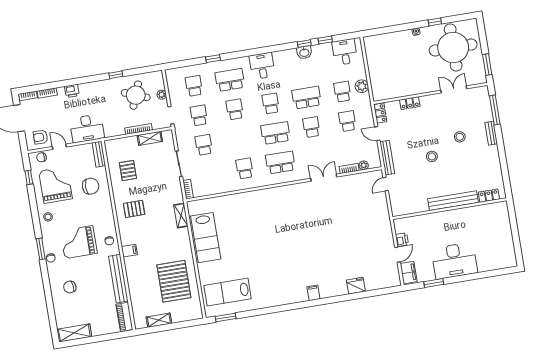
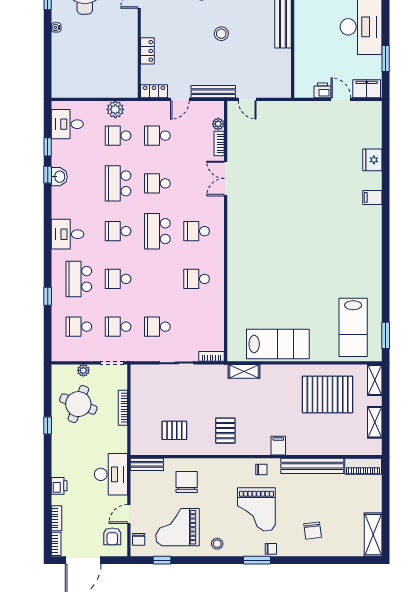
shelving: (150, 138) -> (375, 380), moved
school desk: (280, 163) -> (197, 231), width x0.54
filing cabinet: (313, 293) -> (372, 197), moved

